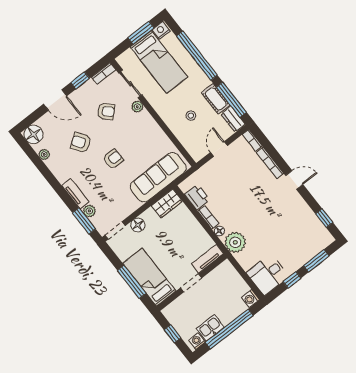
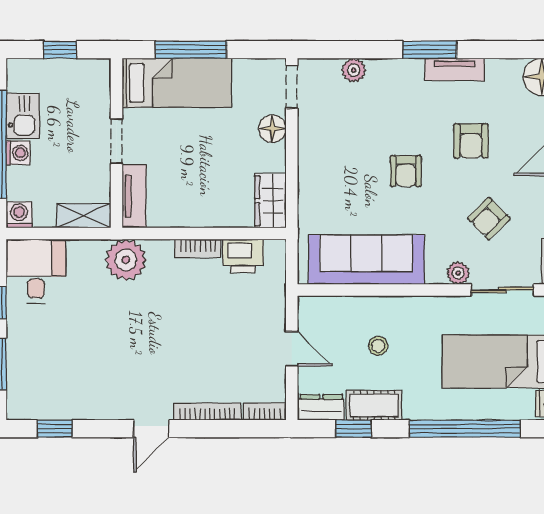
window: (231, 100) -> (353, 429), width x0.46
armchair: (81, 143) -> (471, 141), turned 125
plant: (44, 154) -> (497, 69), removed
sofa: (158, 177) -> (366, 260), moved, turned -90
tv unit: (75, 194) -> (455, 70), moved
window: (84, 221) -> (430, 50), moved
floor lamp: (219, 231) -> (163, 249), removed
shelving: (231, 273) -> (84, 216), added
washing machine: (197, 341) -> (18, 153), moved

